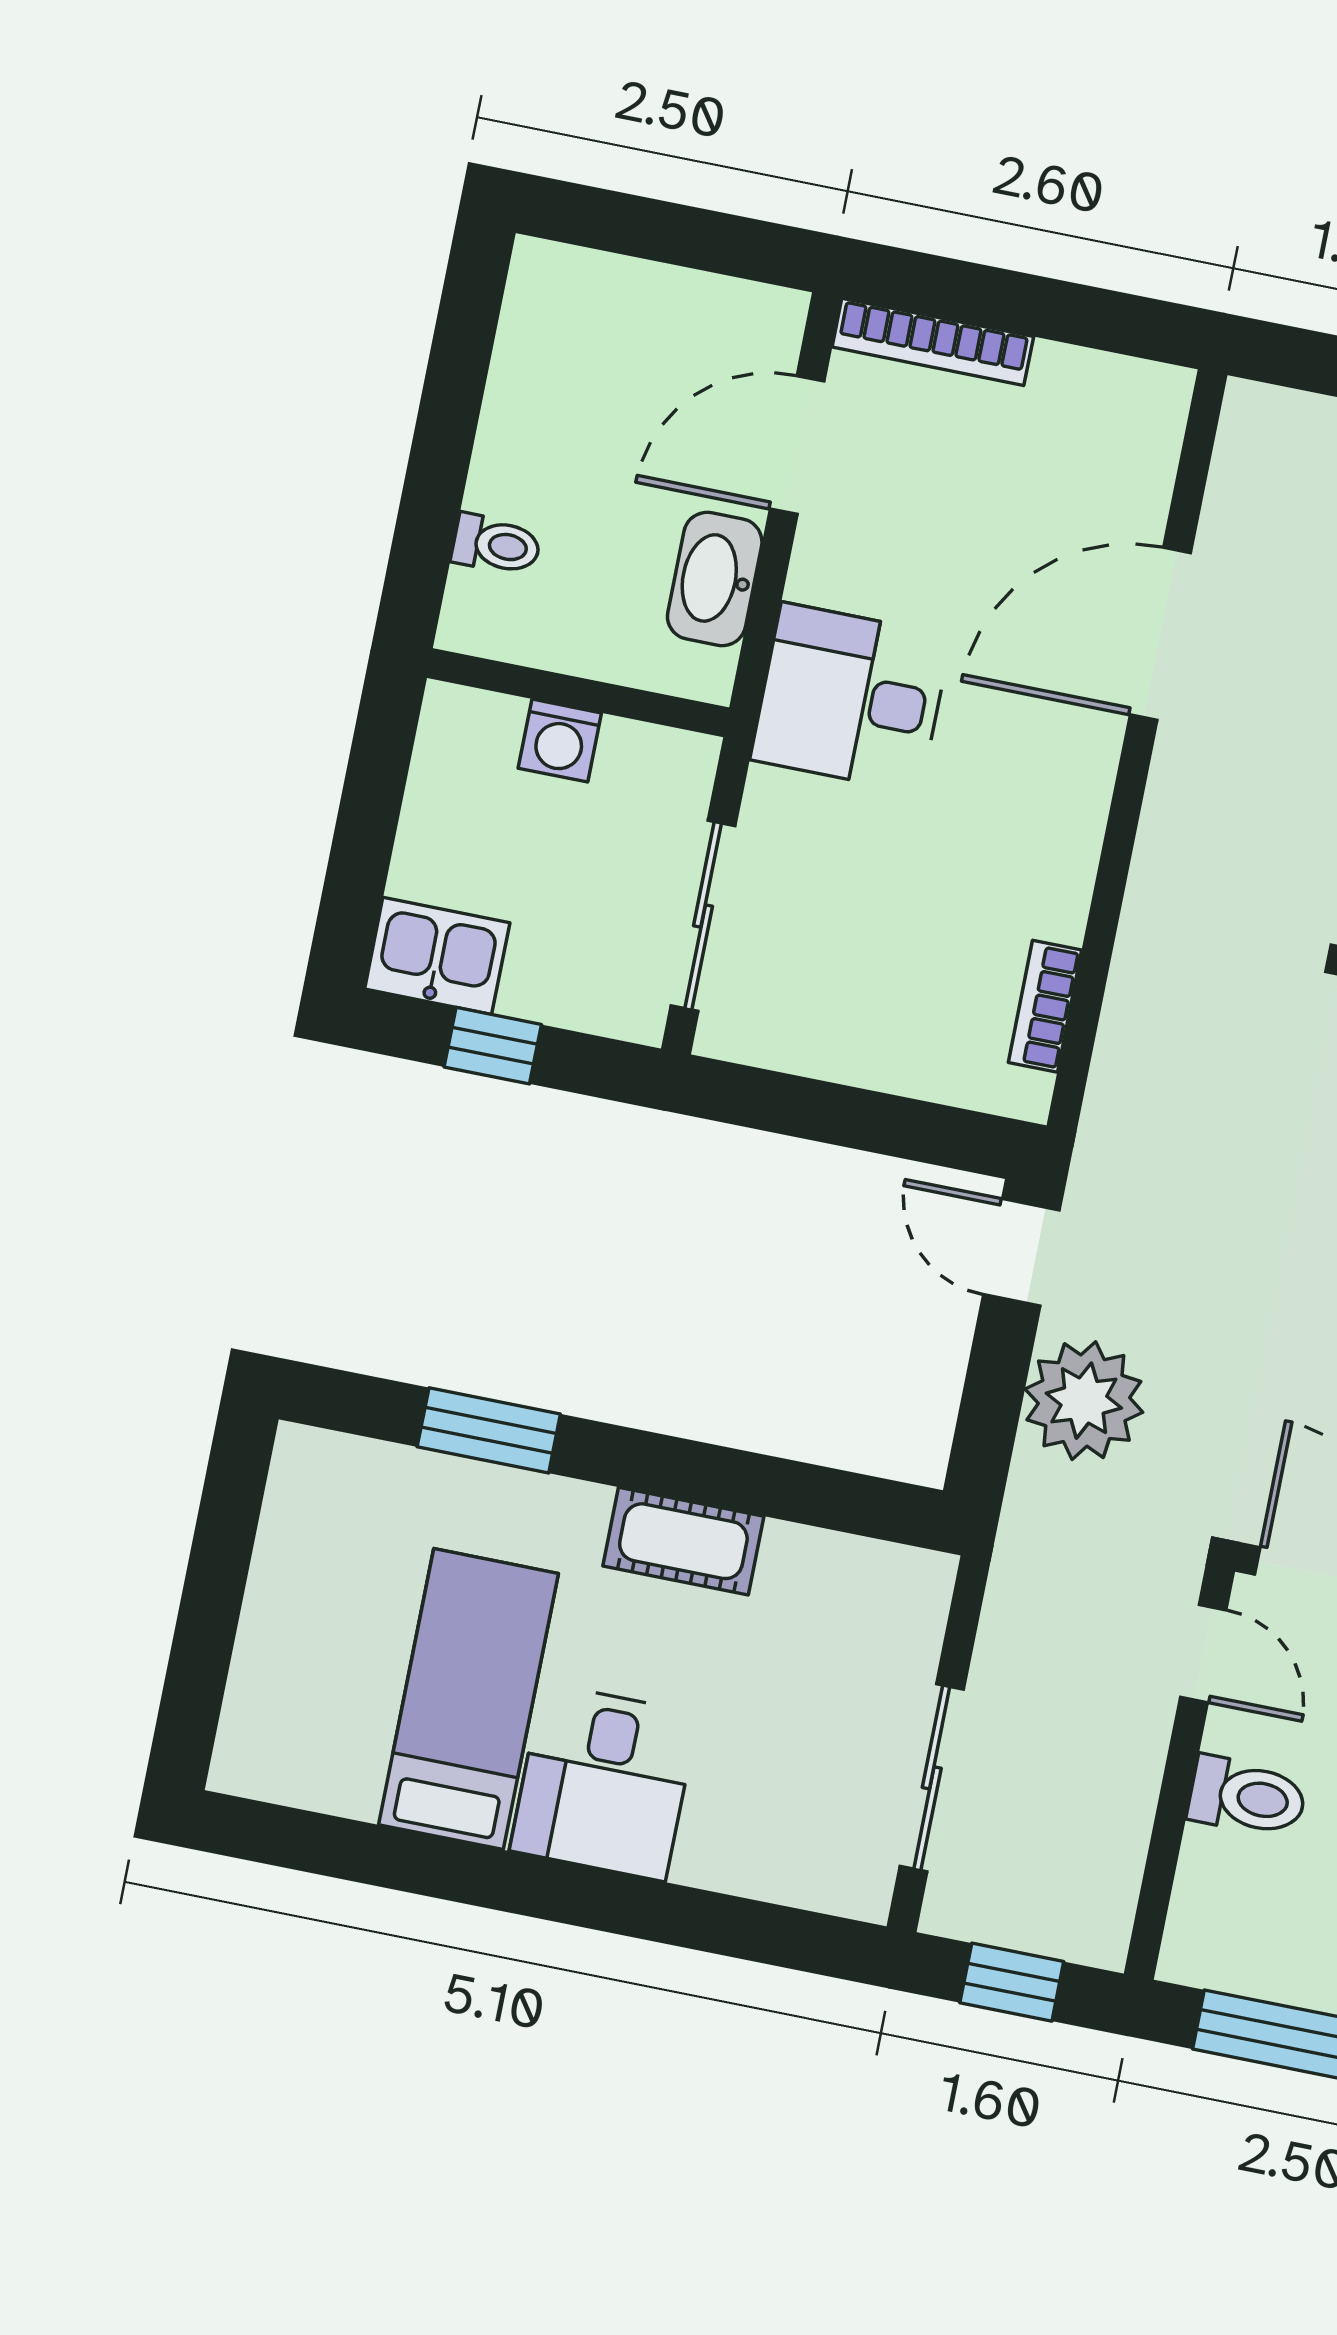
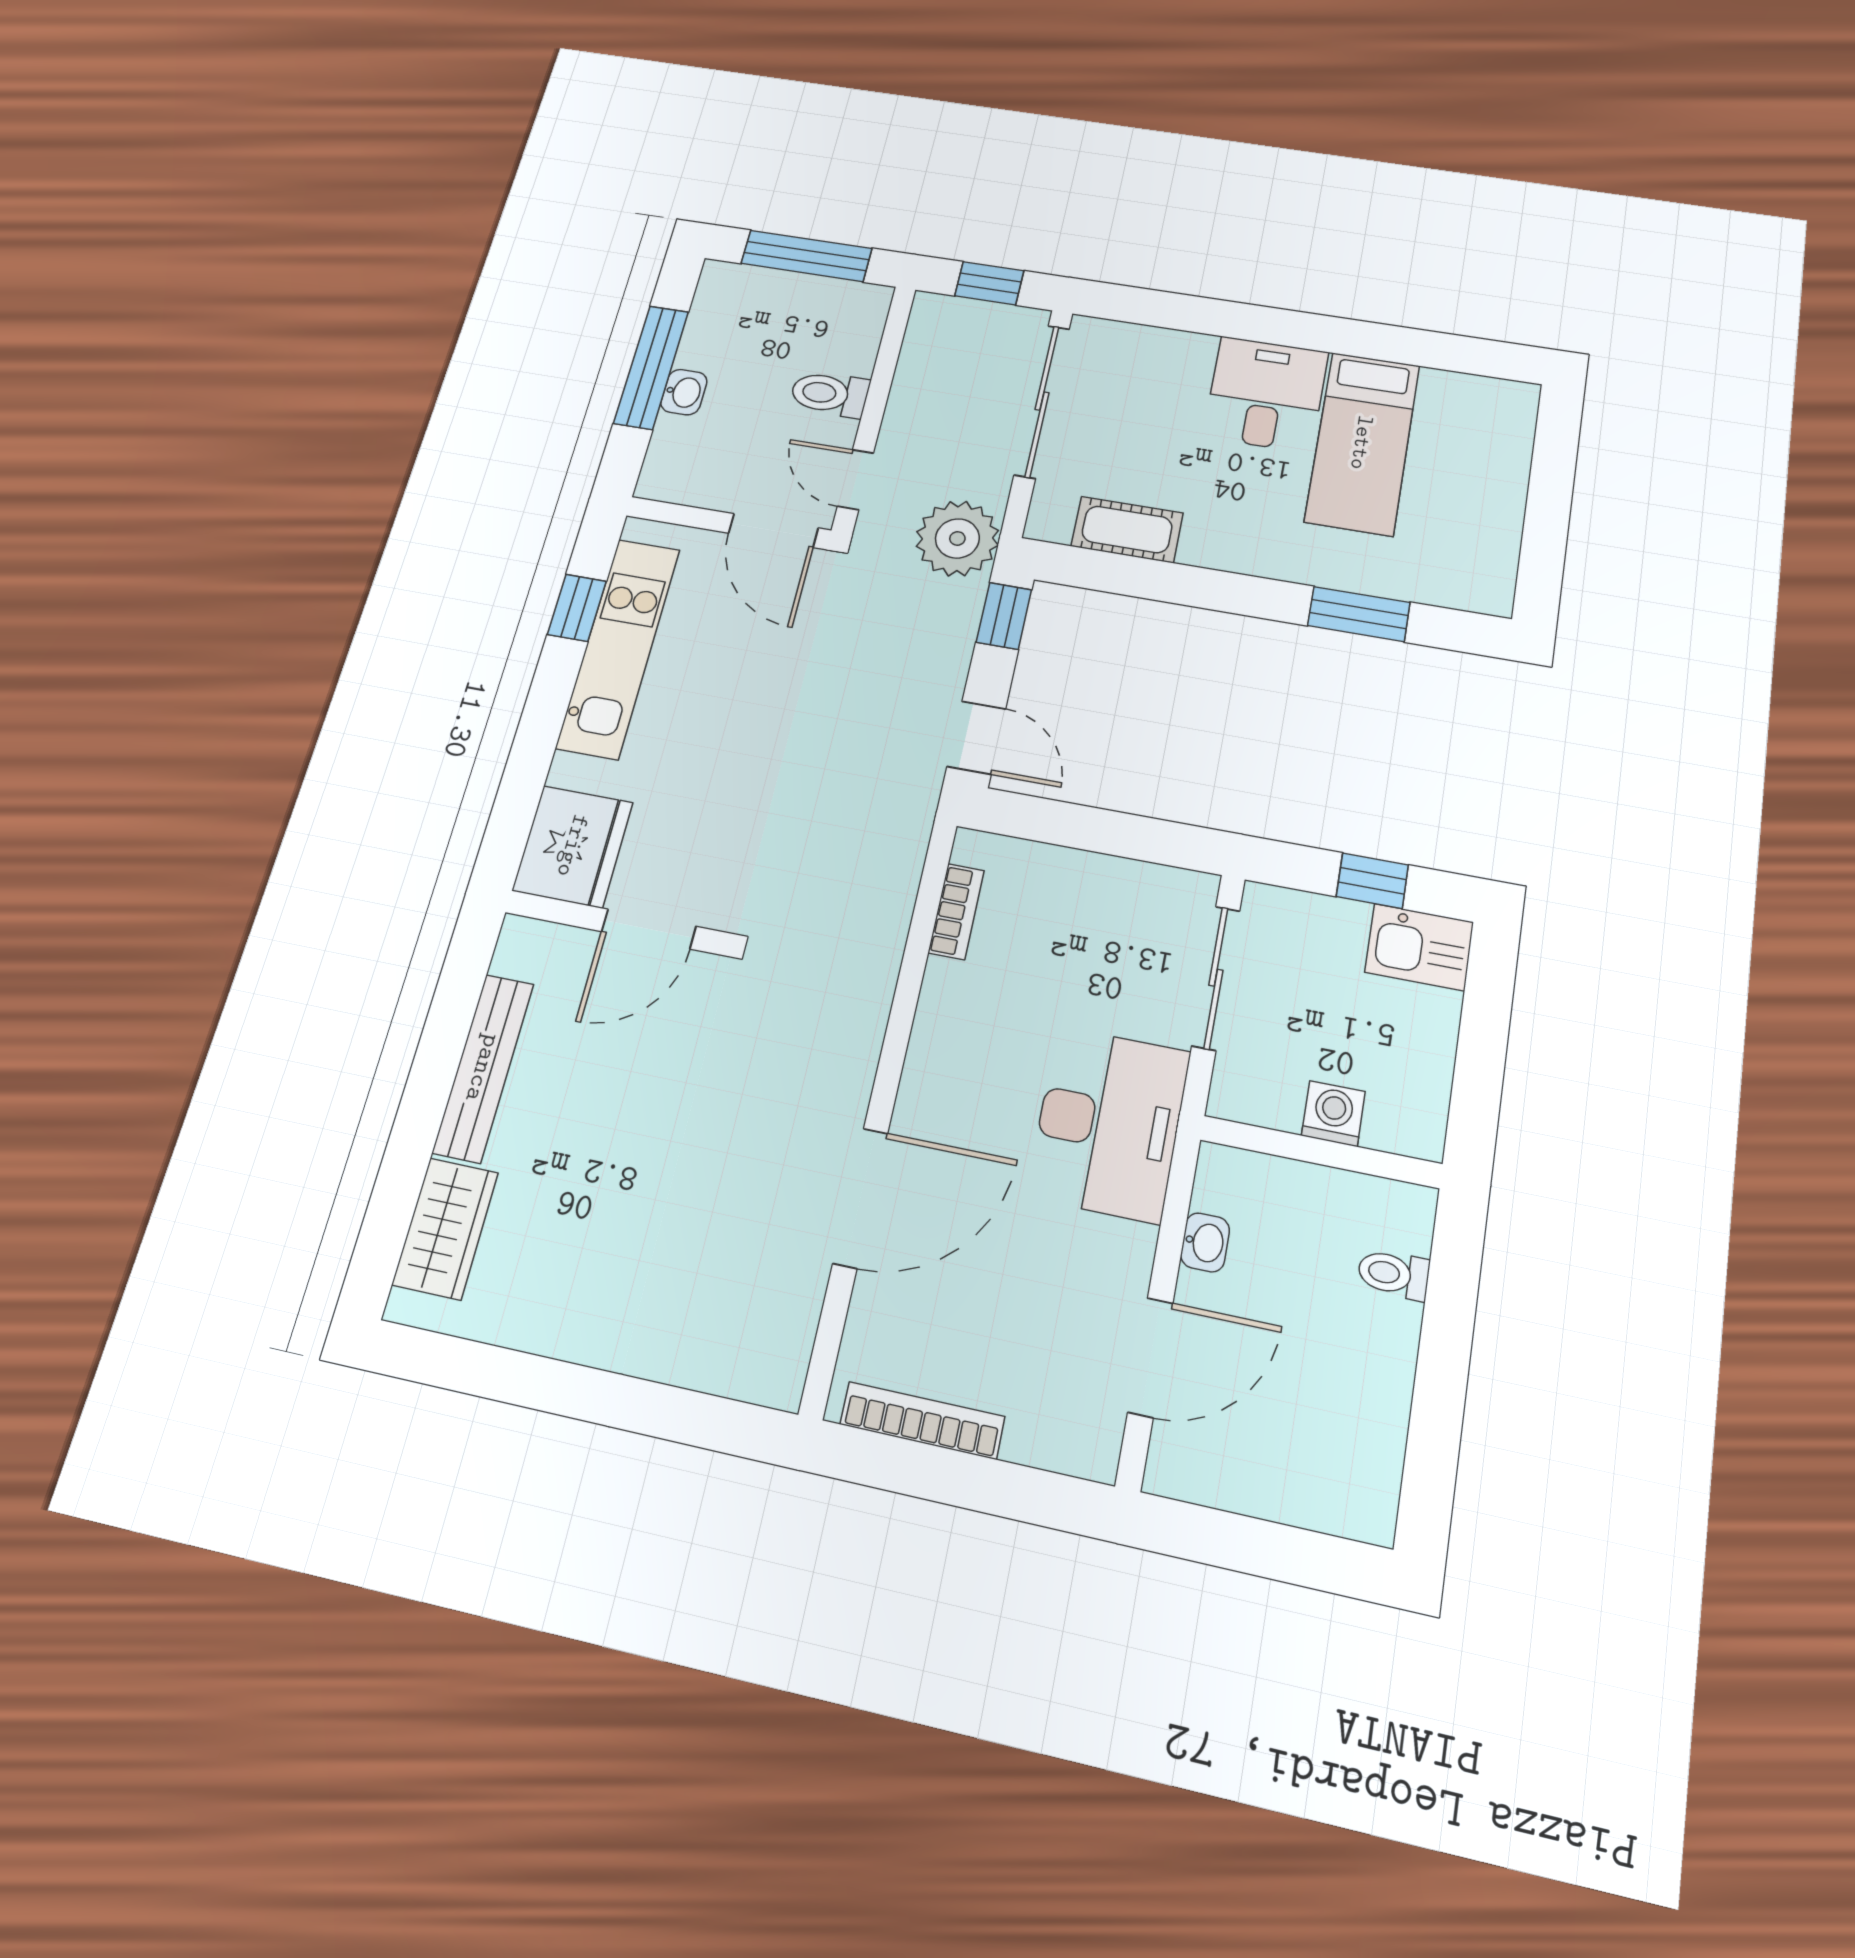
bookcase: (933, 342) -> (922, 1420), moved
washbasin: (715, 579) -> (1205, 1242), width x0.52, depth x0.69
desk: (851, 698) -> (1109, 1124), width x1.37
plant: (1084, 1401) -> (957, 538), moved
window: (985, 1434) -> (1004, 616), added
cot: (683, 1541) -> (1127, 529), moved
sliding door: (932, 1778) -> (1042, 401), width x1.37

